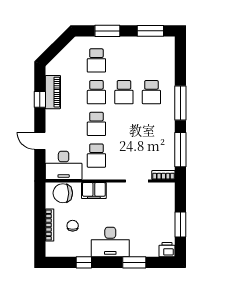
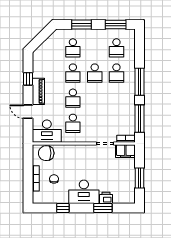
school desk: (151, 60) -> (116, 48), added
piano: (53, 92) -> (38, 91), moved
filing cabinet: (94, 191) -> (125, 151), moved
printer: (167, 250) -> (106, 198), moved

